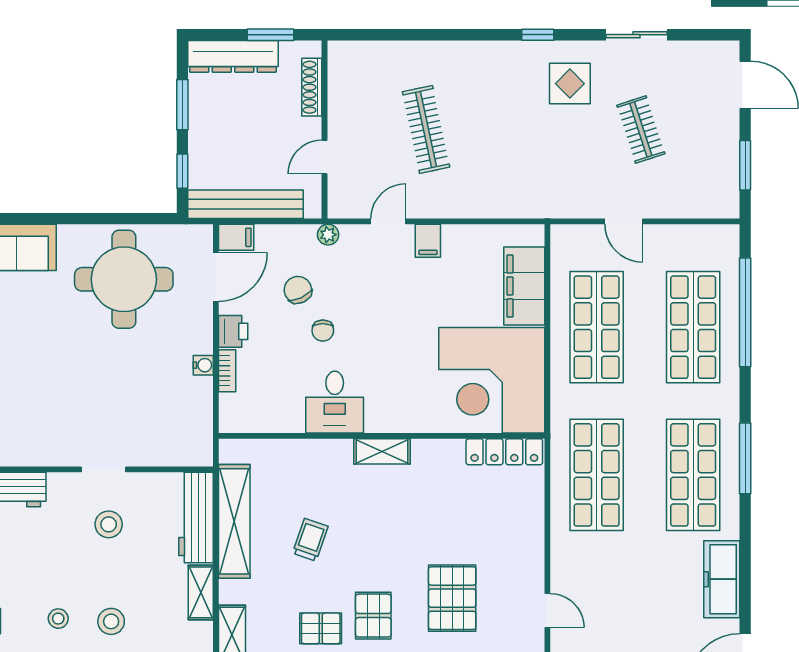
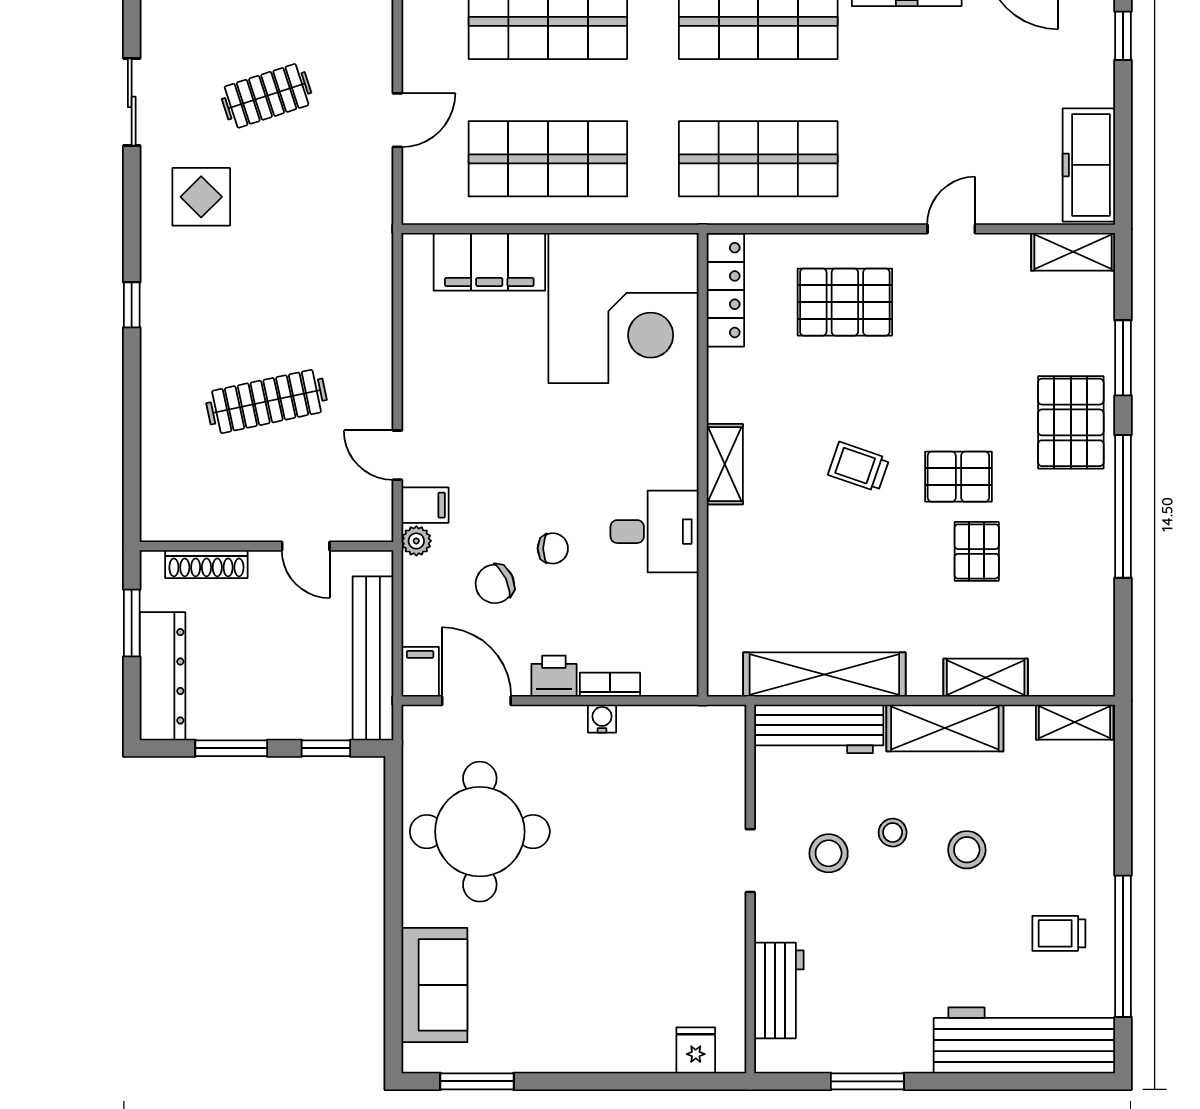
window: (538, 35) -> (132, 305), moved
filing cabinet: (428, 241) -> (425, 505), moved
trolley: (310, 540) -> (859, 467), moved
shelving: (201, 592) -> (945, 728), width x1.50, depth x1.33
pallet: (452, 598) -> (845, 302), moved
stool: (58, 619) -> (893, 833), moved

